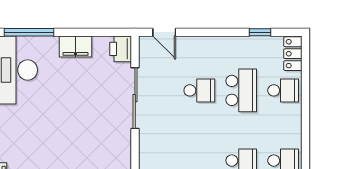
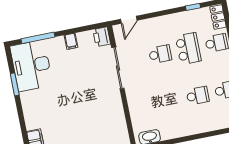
door: (164, 32) -> (129, 20), hinge flipped
filing cabinet: (75, 46) -> (71, 41), width x0.50

